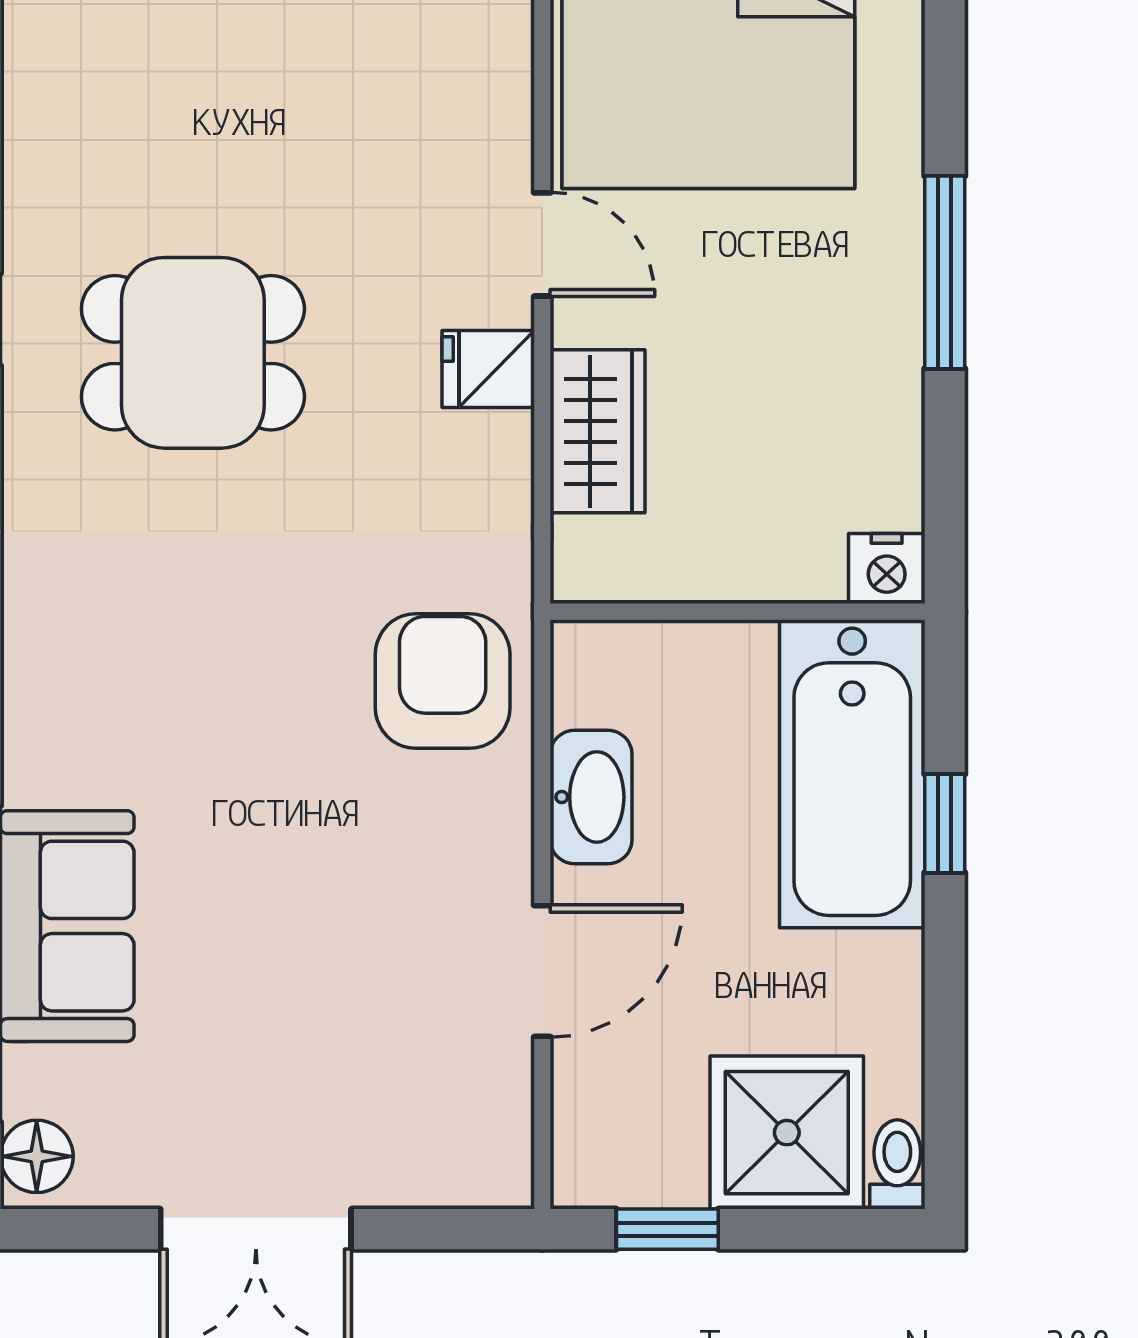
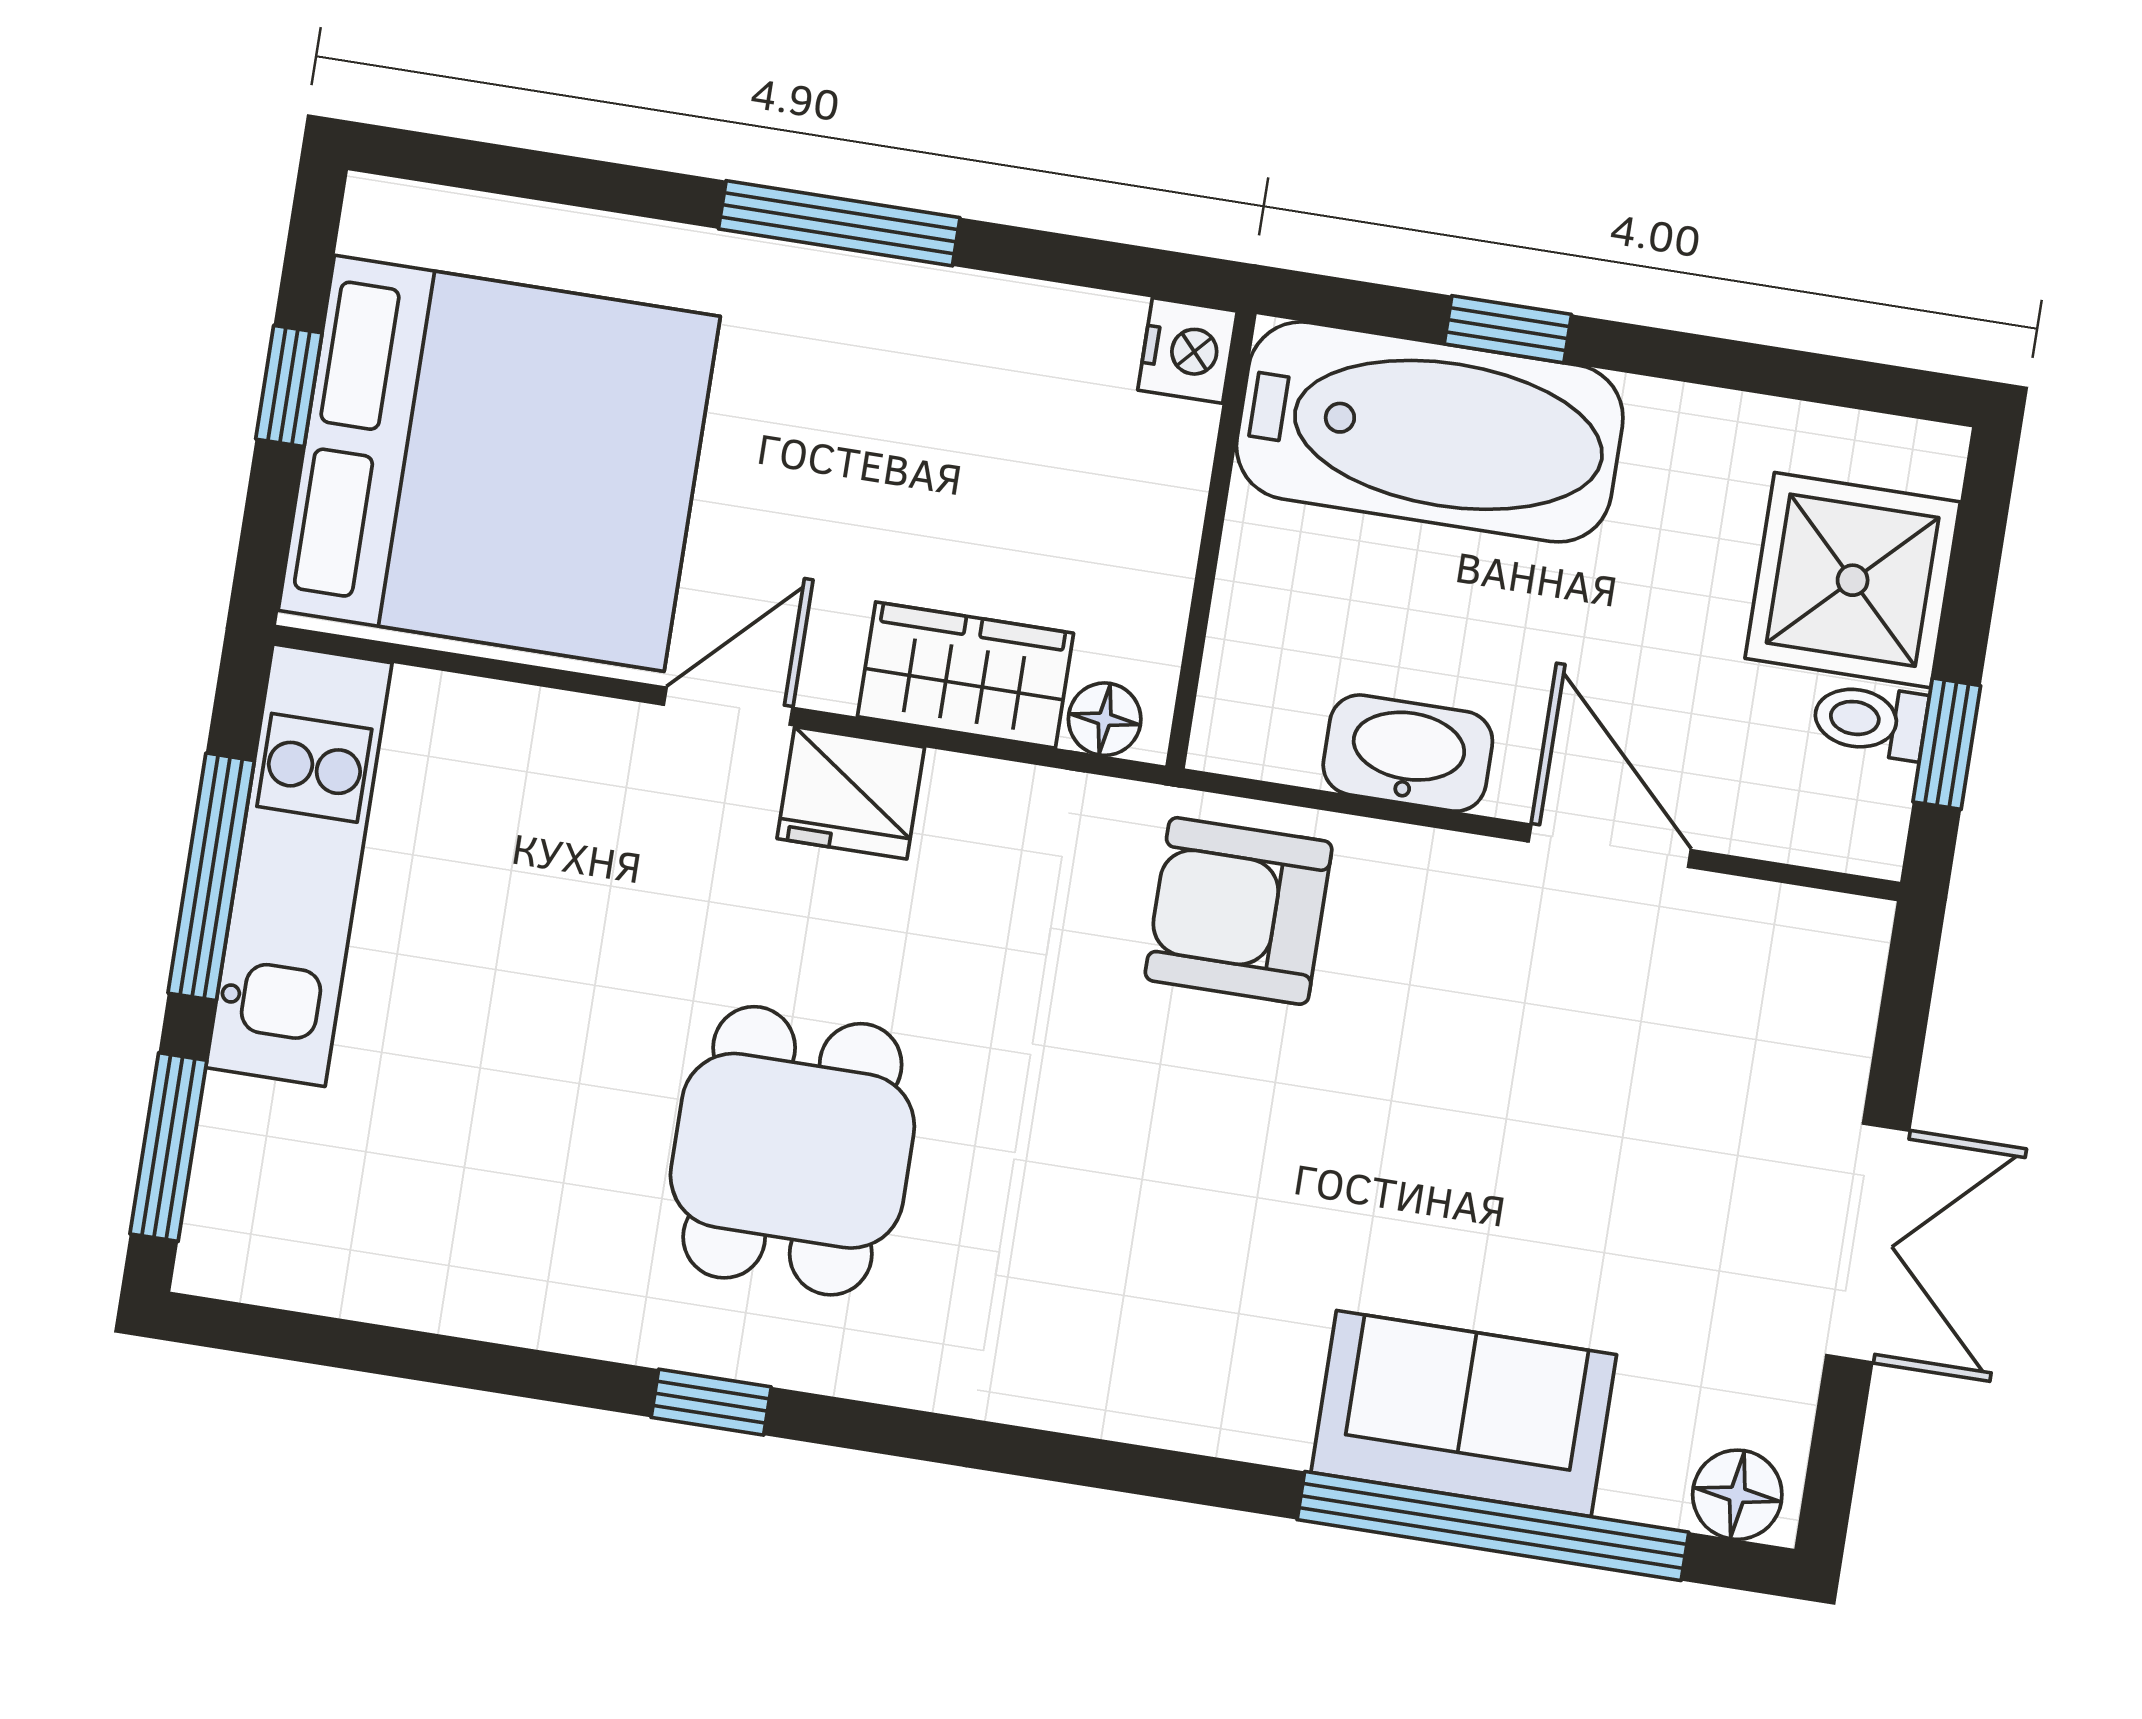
fridge: (488, 369) -> (851, 793), width x1.38
floor lamp: (580, 549) -> (1105, 719), added
toilet: (897, 1164) -> (1870, 720), moved

